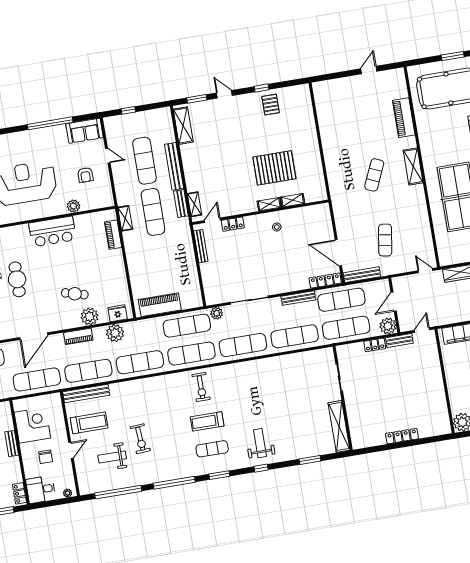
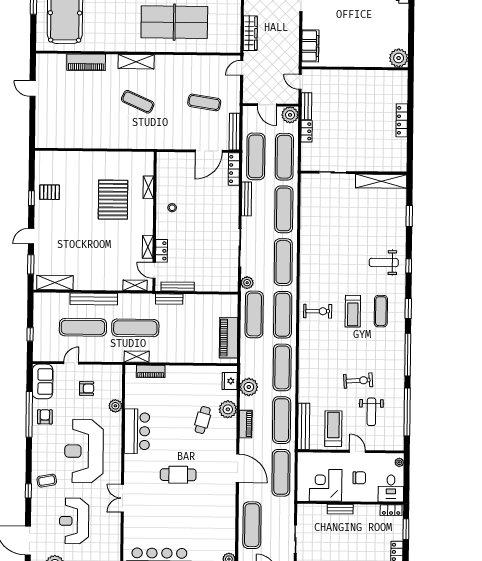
armchair: (50, 139) -> (45, 417), added
bench: (181, 204) -> (169, 299), moved
shelving: (269, 204) -> (148, 247), moved

